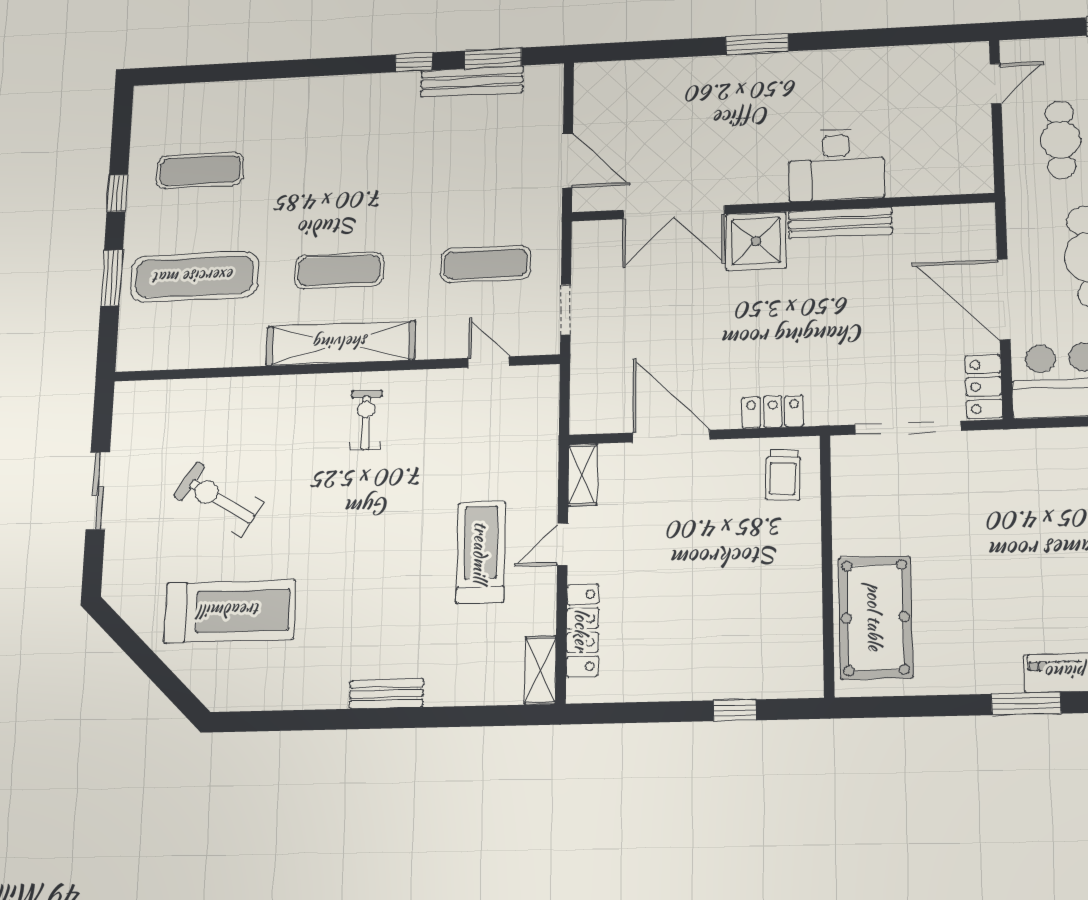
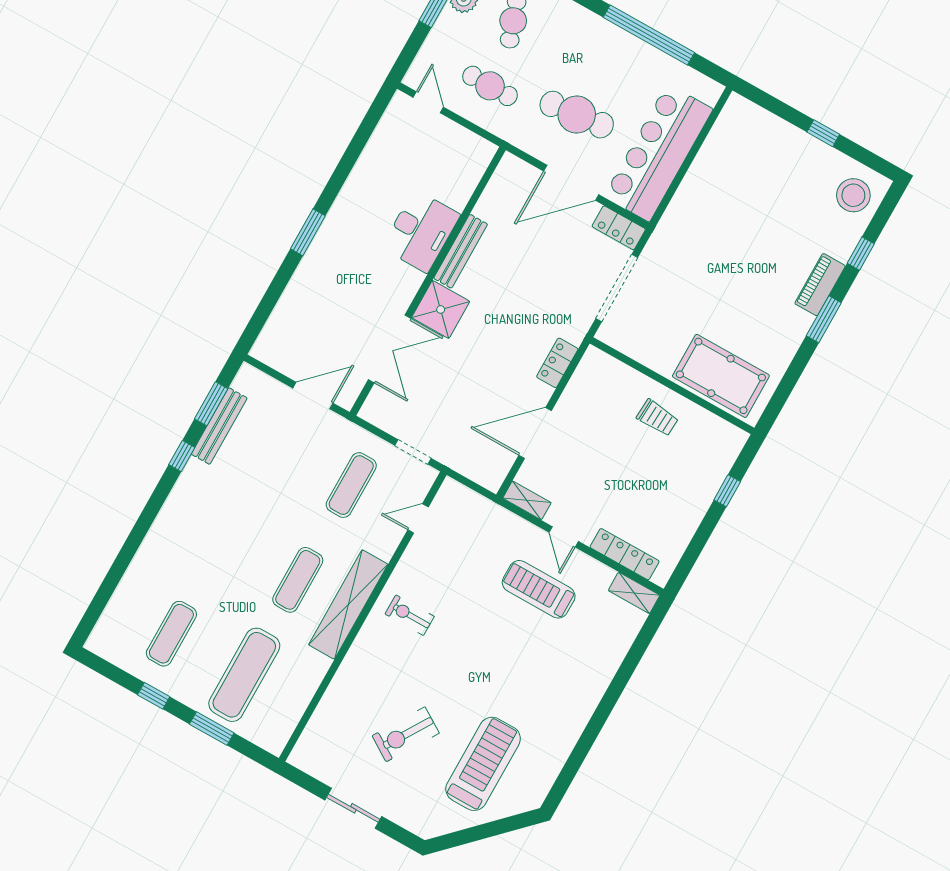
trolley: (783, 475) -> (657, 418), moved
bench: (386, 694) -> (593, 694), removed

